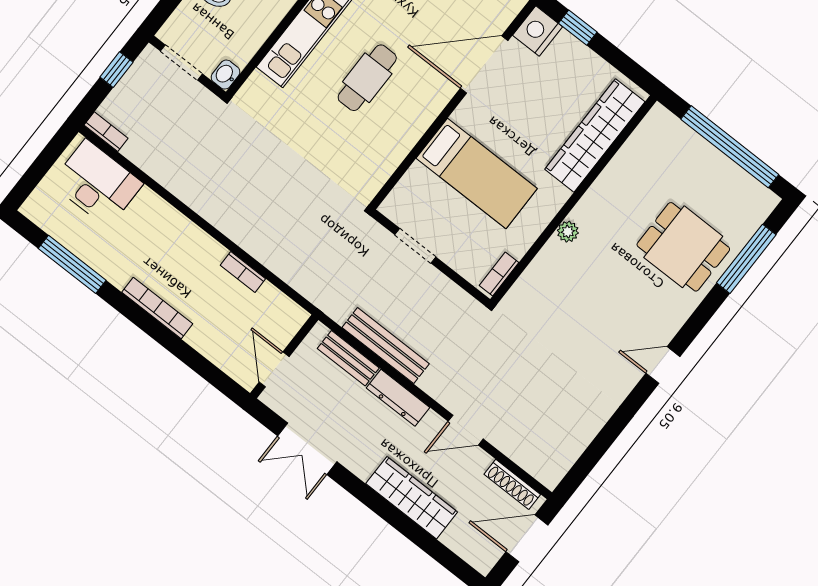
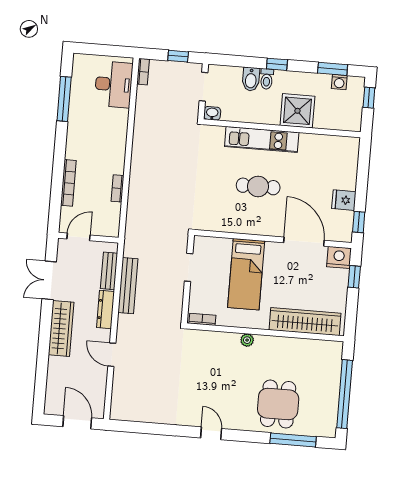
bookcase: (157, 308) -> (68, 183), moved
shoe rack: (512, 484) -> (100, 397), removed
wardrobe: (412, 498) -> (61, 329), moved

